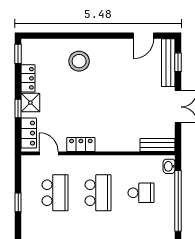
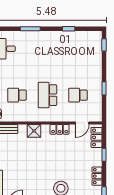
shower: (30, 103) -> (34, 131), moved
door: (49, 153) -> (82, 123), hinge flipped
school desk: (55, 193) -> (78, 95), width x0.54

